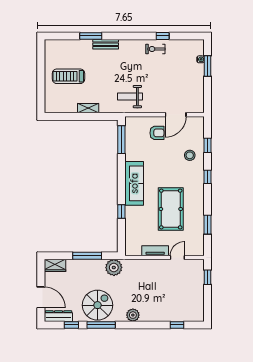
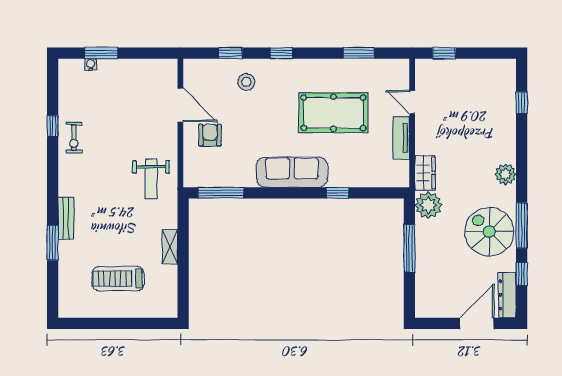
treadmill: (68, 76) -> (118, 279), turned 90
wardrobe: (55, 265) -> (425, 173), moved

